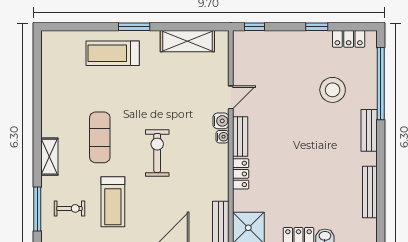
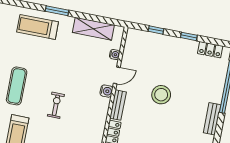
window: (254, 27) -> (156, 30), moved
stool: (333, 90) -> (161, 95), moved
water cooler: (222, 137) -> (115, 55), moved
exercise bike: (157, 153) -> (56, 105), width x0.73, depth x0.72

